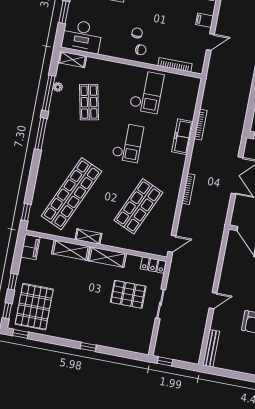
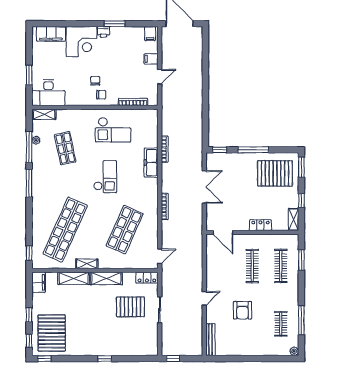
checkout: (147, 92) -> (113, 130), turned 90

